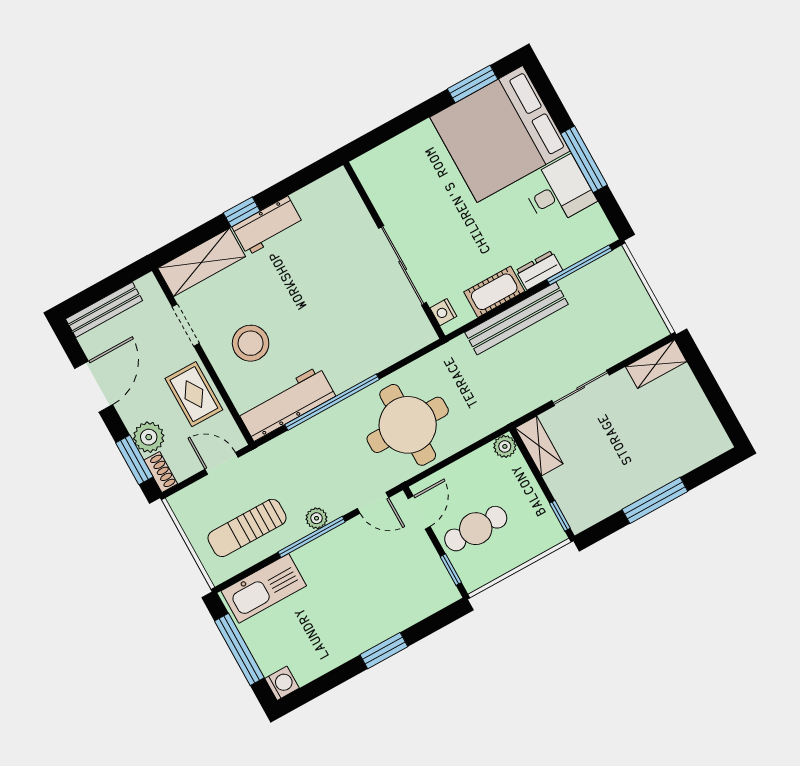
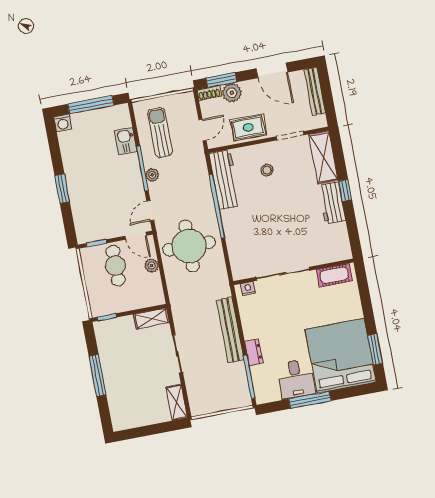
cot: (494, 292) -> (334, 275), moved, turned 90
stool: (251, 343) -> (267, 170), width x0.53, depth x0.53
plant: (505, 446) -> (152, 265), moved
kitchen sink: (264, 588) -> (126, 141), width x0.53, depth x0.81

